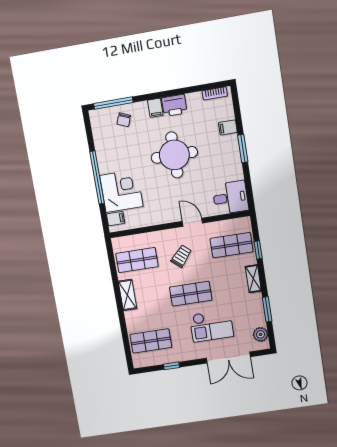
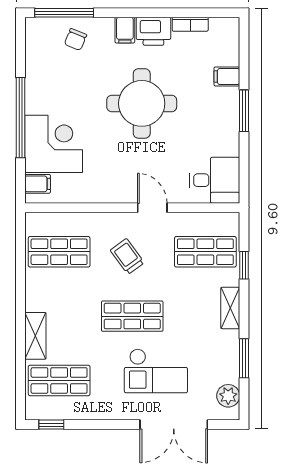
bookcase: (215, 93) -> (190, 24), moved
trolley: (181, 256) -> (127, 256), turned -77
shelving: (127, 295) -> (35, 336), moved
window: (171, 366) -> (51, 425), moved

